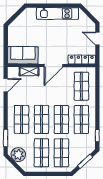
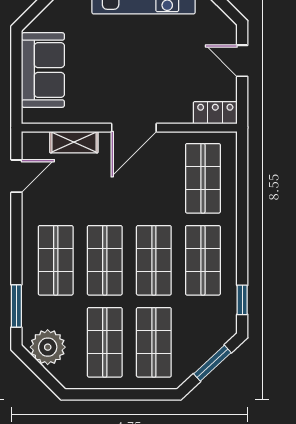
sofa: (23, 55) -> (43, 70), moved, turned 90
locker: (82, 60) -> (215, 113), width x0.66

